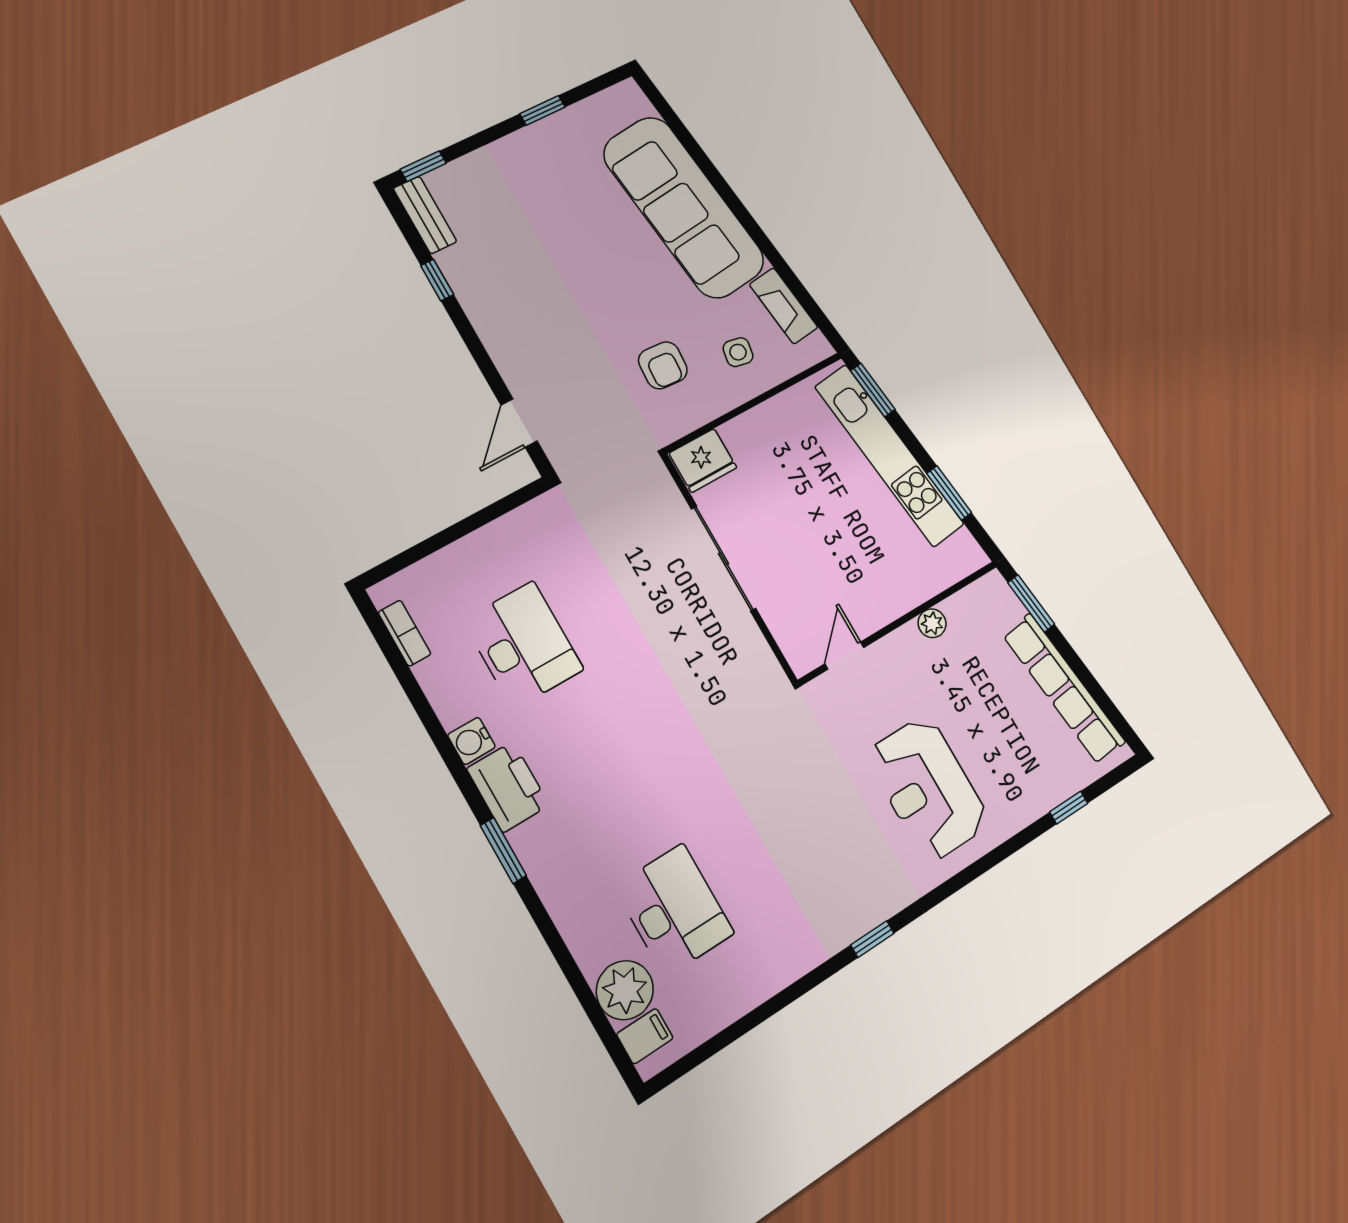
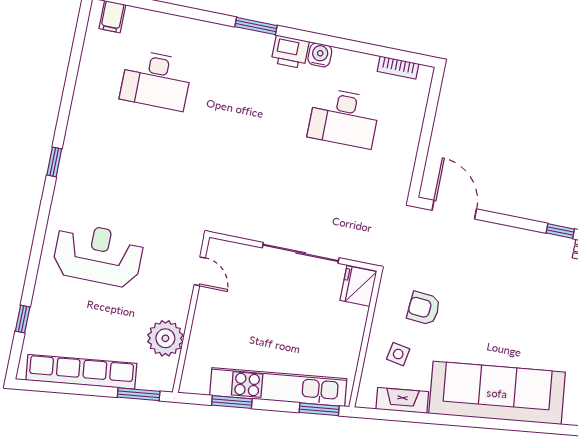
door: (519, 423) -> (454, 210), width x1.38
plant: (932, 623) -> (165, 338), width x1.88, depth x1.88
printer: (508, 787) -> (290, 52), width x0.73, depth x0.84
plant: (625, 990) -> (141, 26), removed

